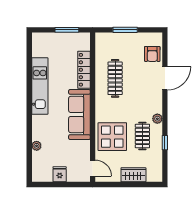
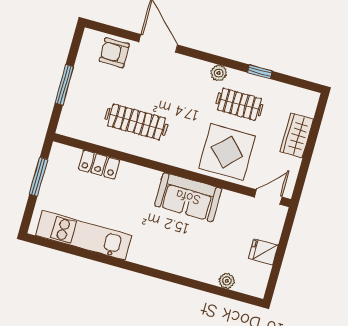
armchair: (152, 54) -> (114, 53), turned 180
locker: (84, 70) -> (99, 165), width x0.66
kitchen unit: (40, 86) -> (84, 235), moved
sofa: (79, 114) -> (188, 197), width x0.73
plant: (37, 146) -> (227, 281), moved

